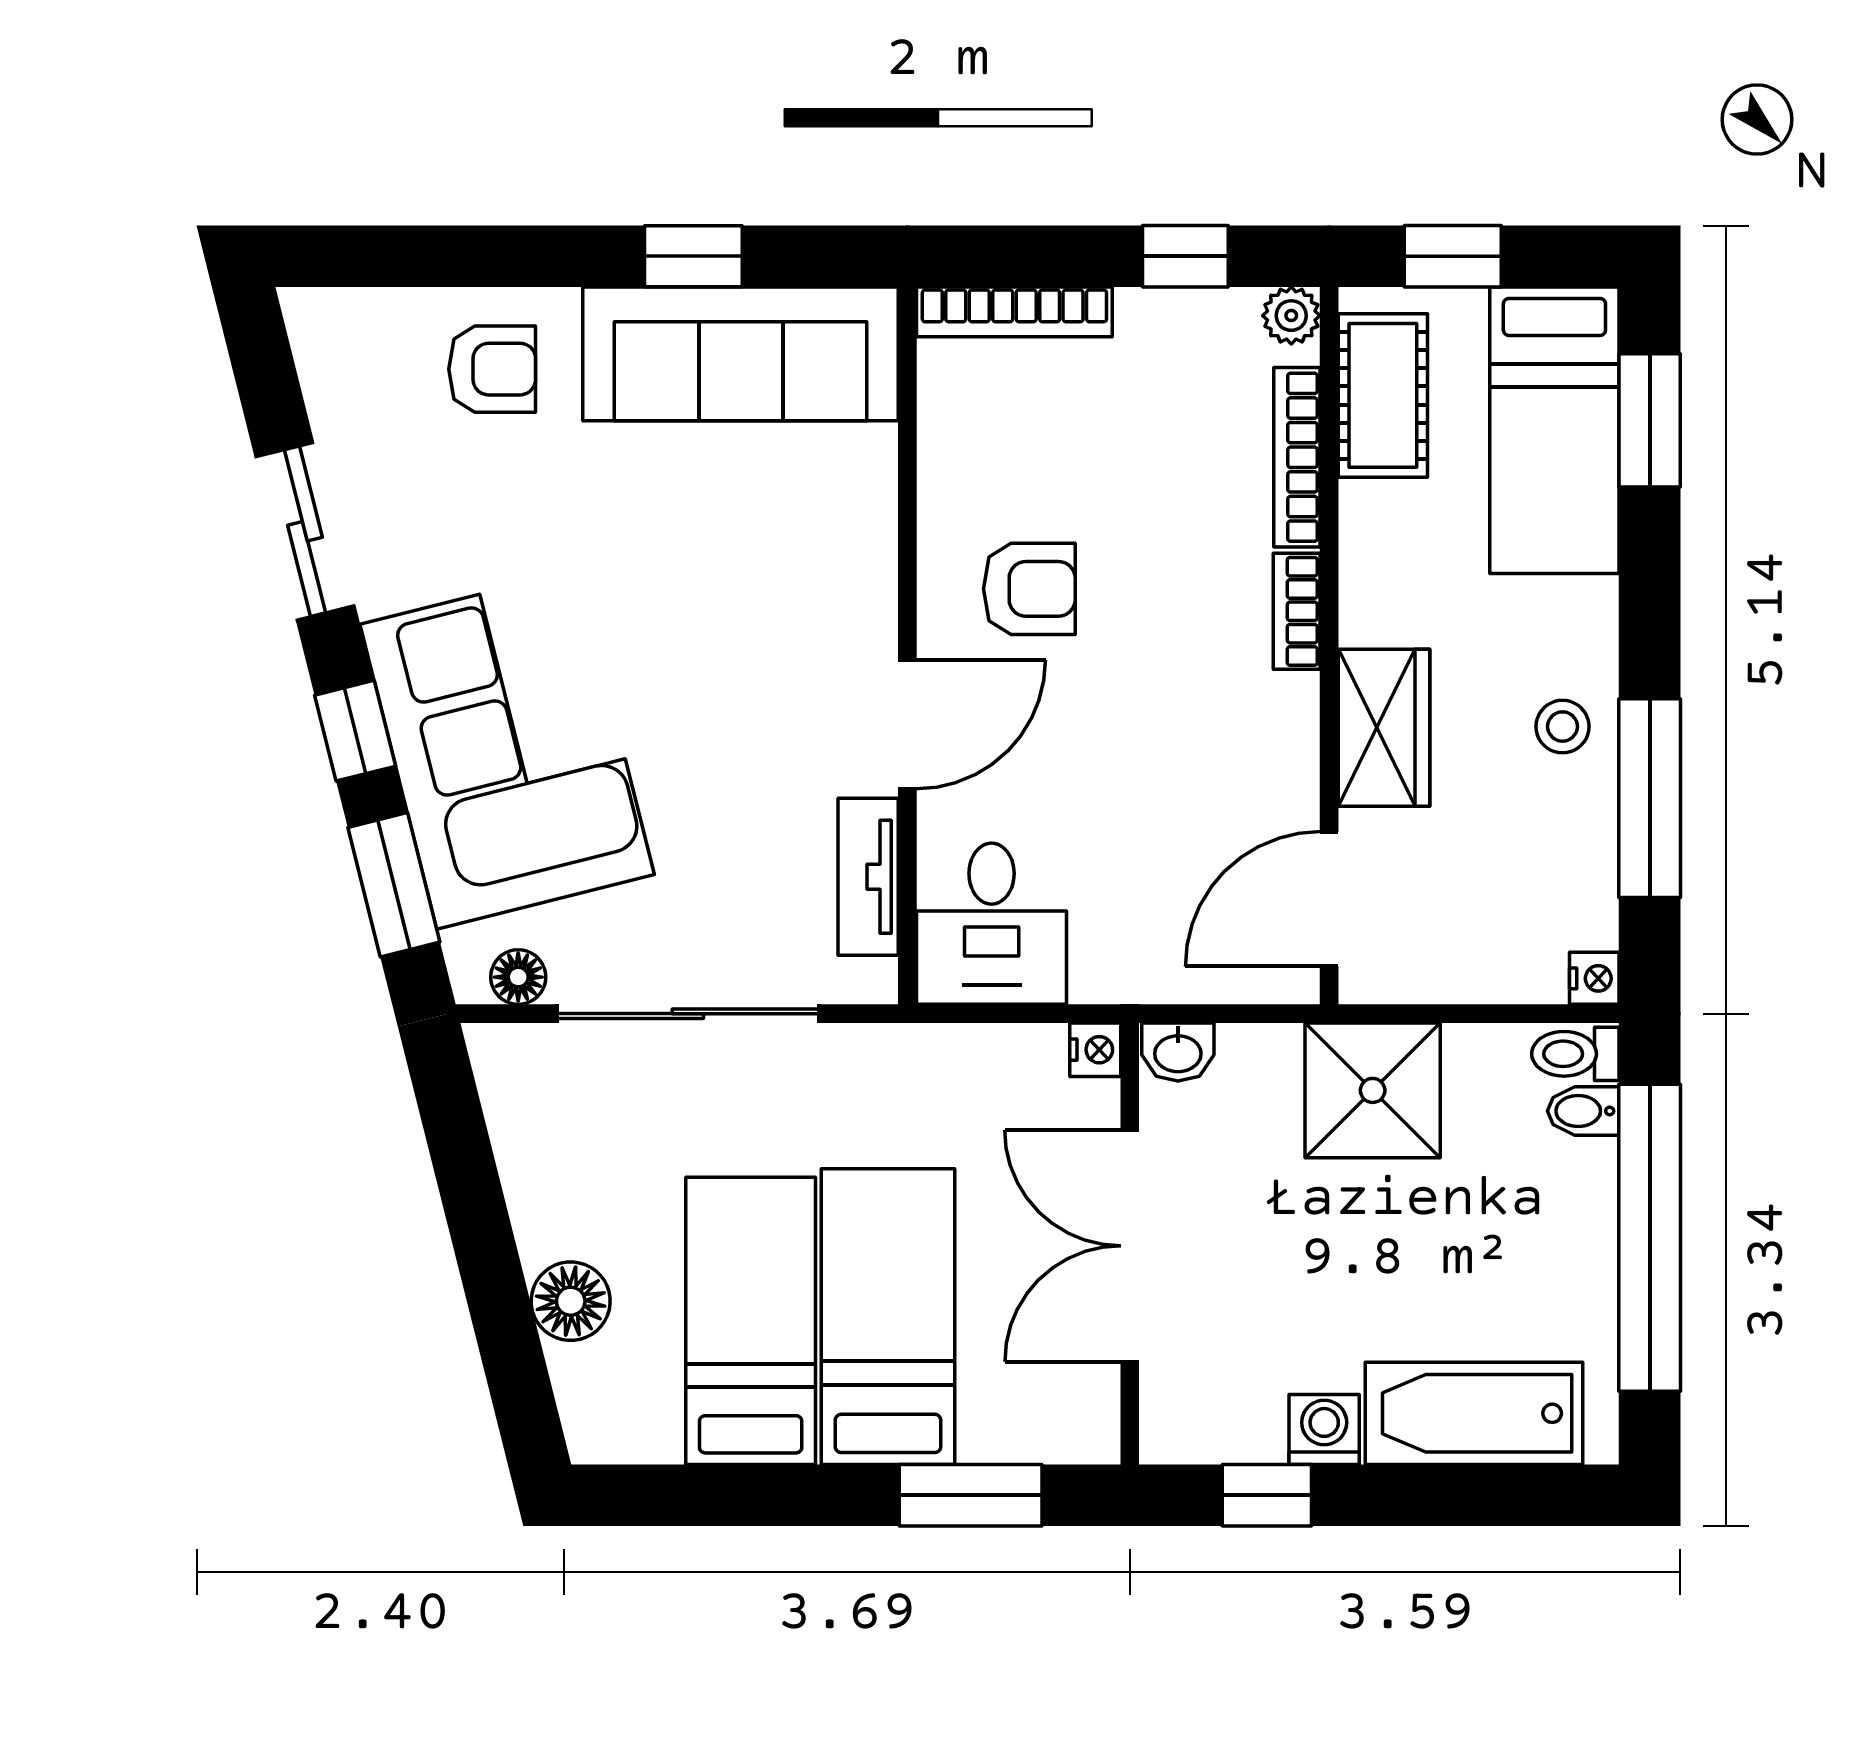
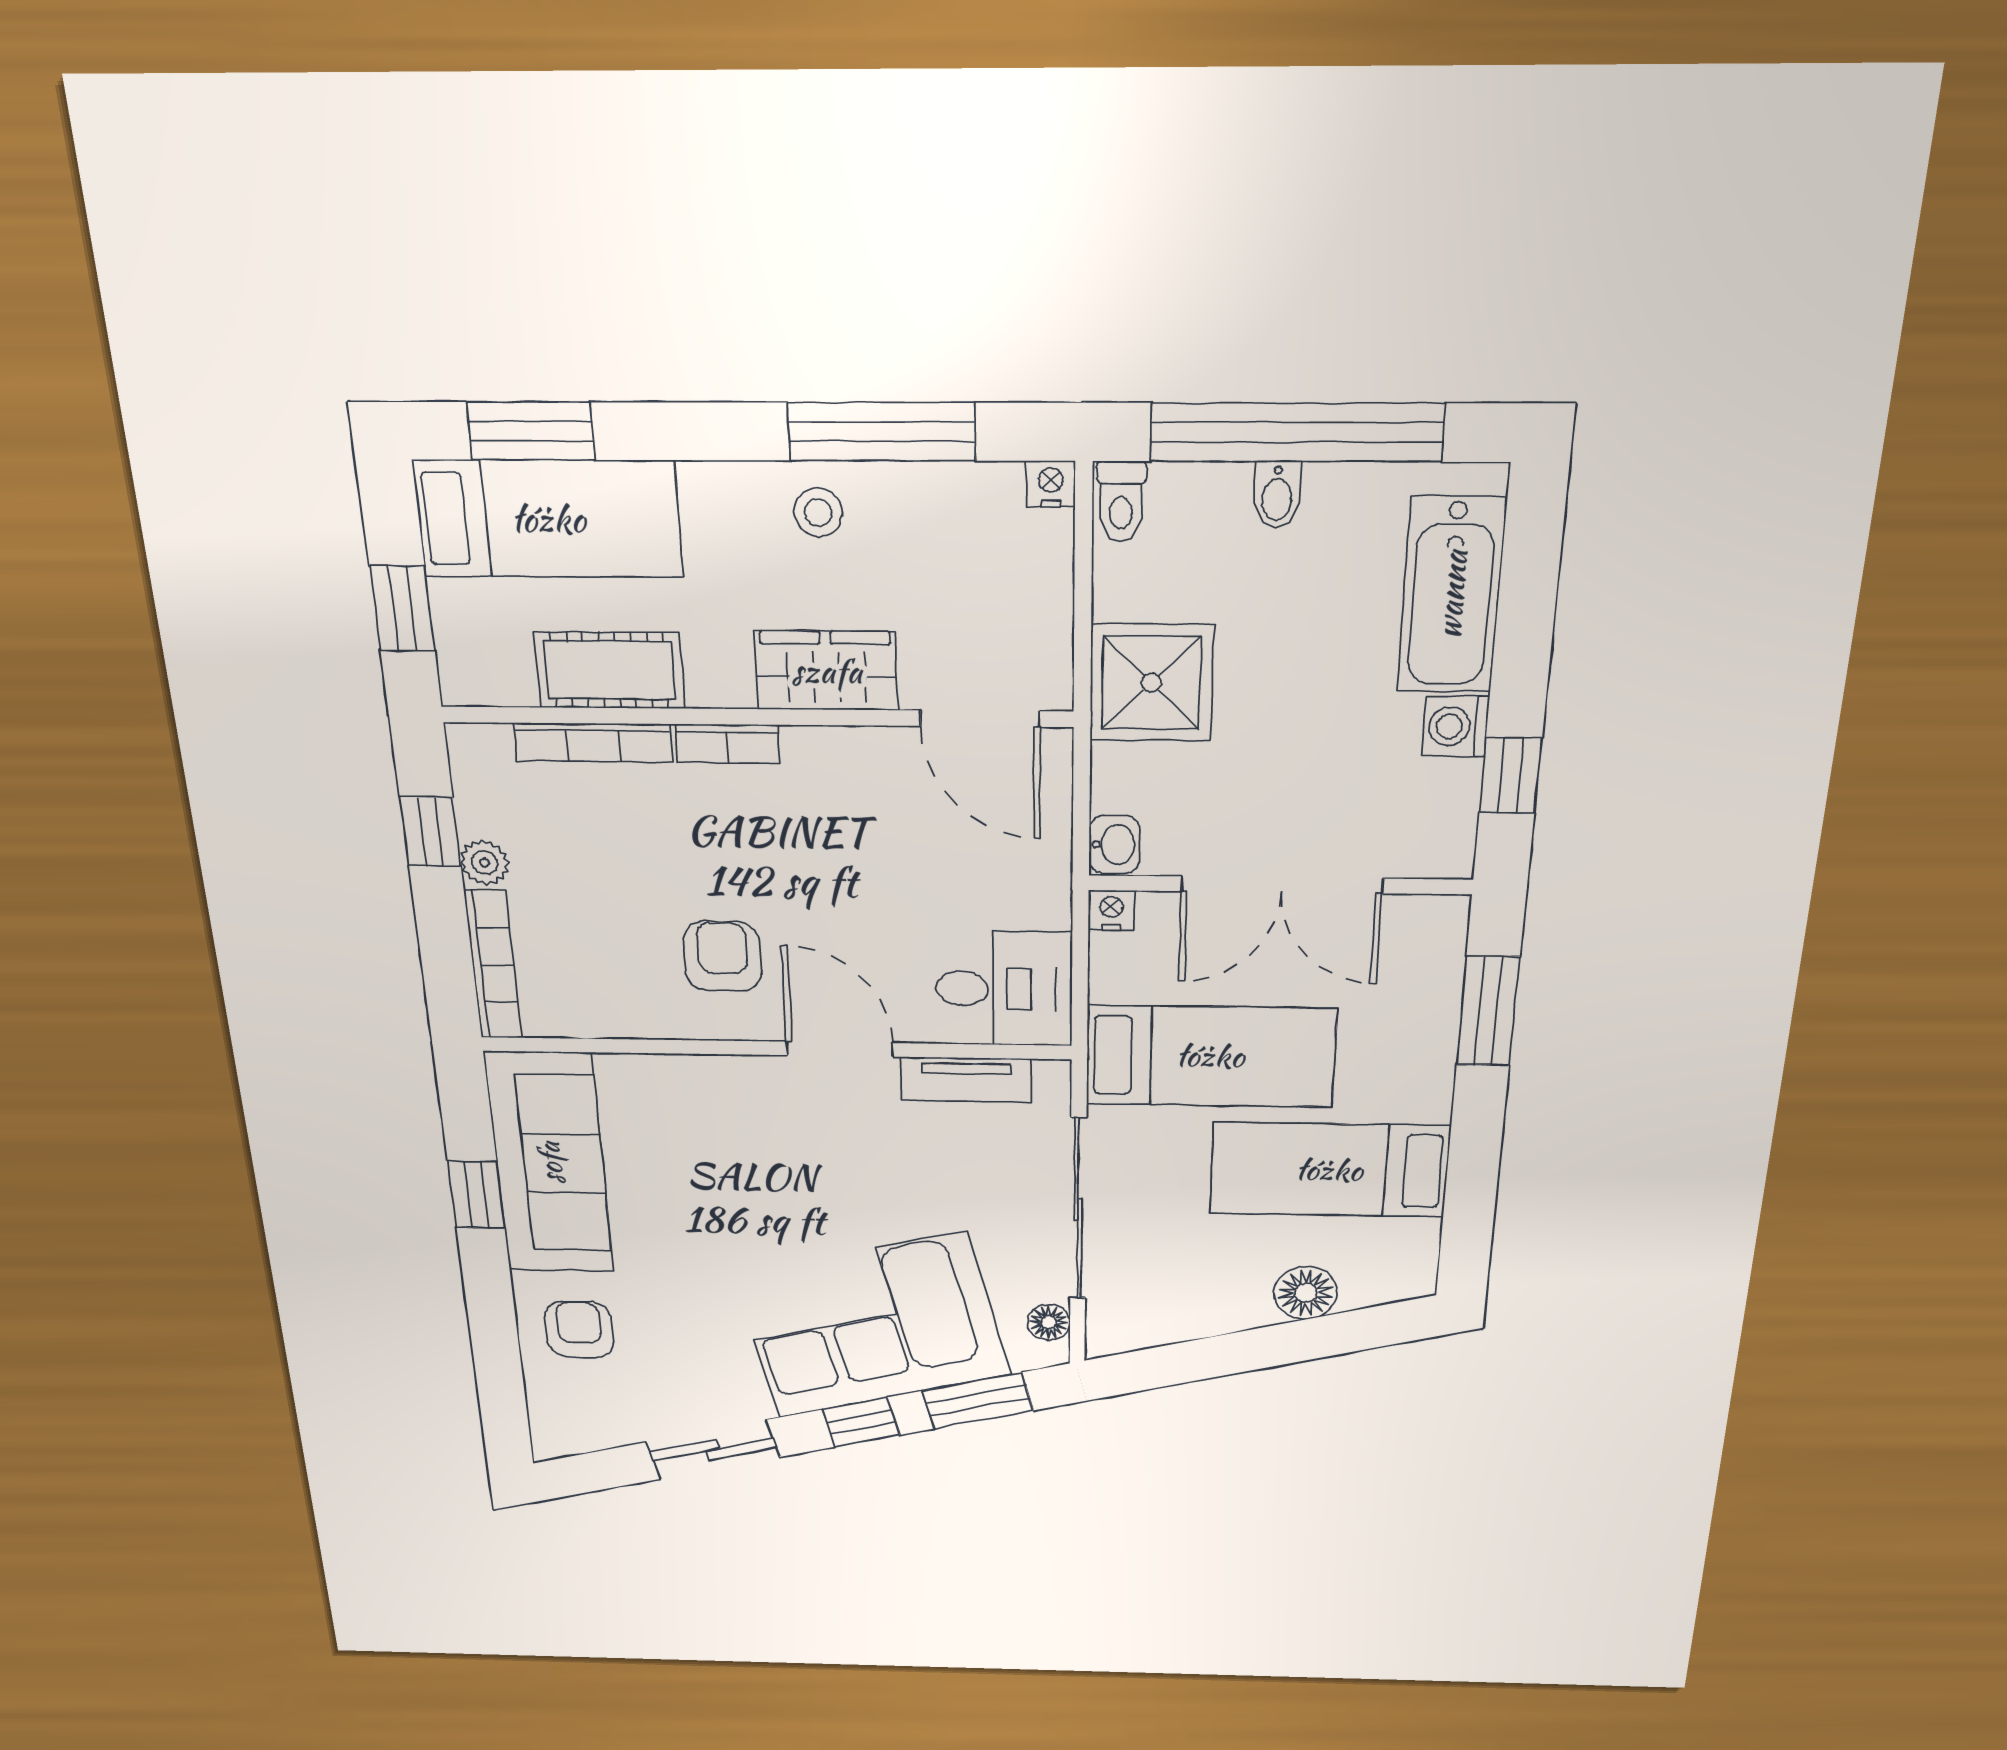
plant: (1291, 316) -> (484, 863), moved
cot: (1383, 395) -> (609, 670), moved
bidet: (1583, 1111) -> (1277, 495), moved
bed: (888, 1317) -> (1210, 1056), moved, turned 180

